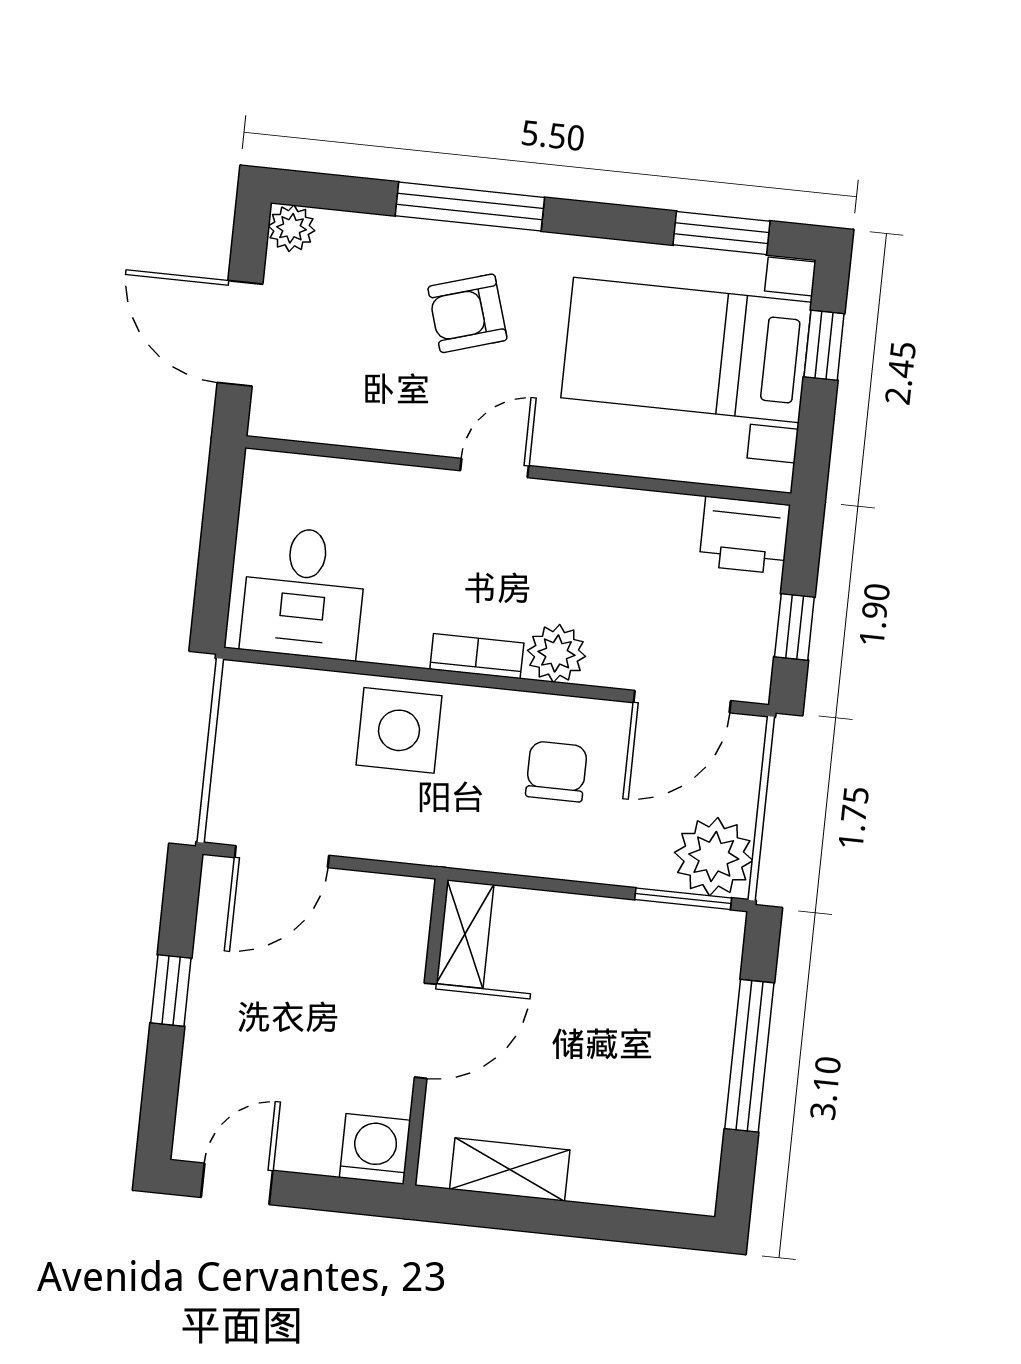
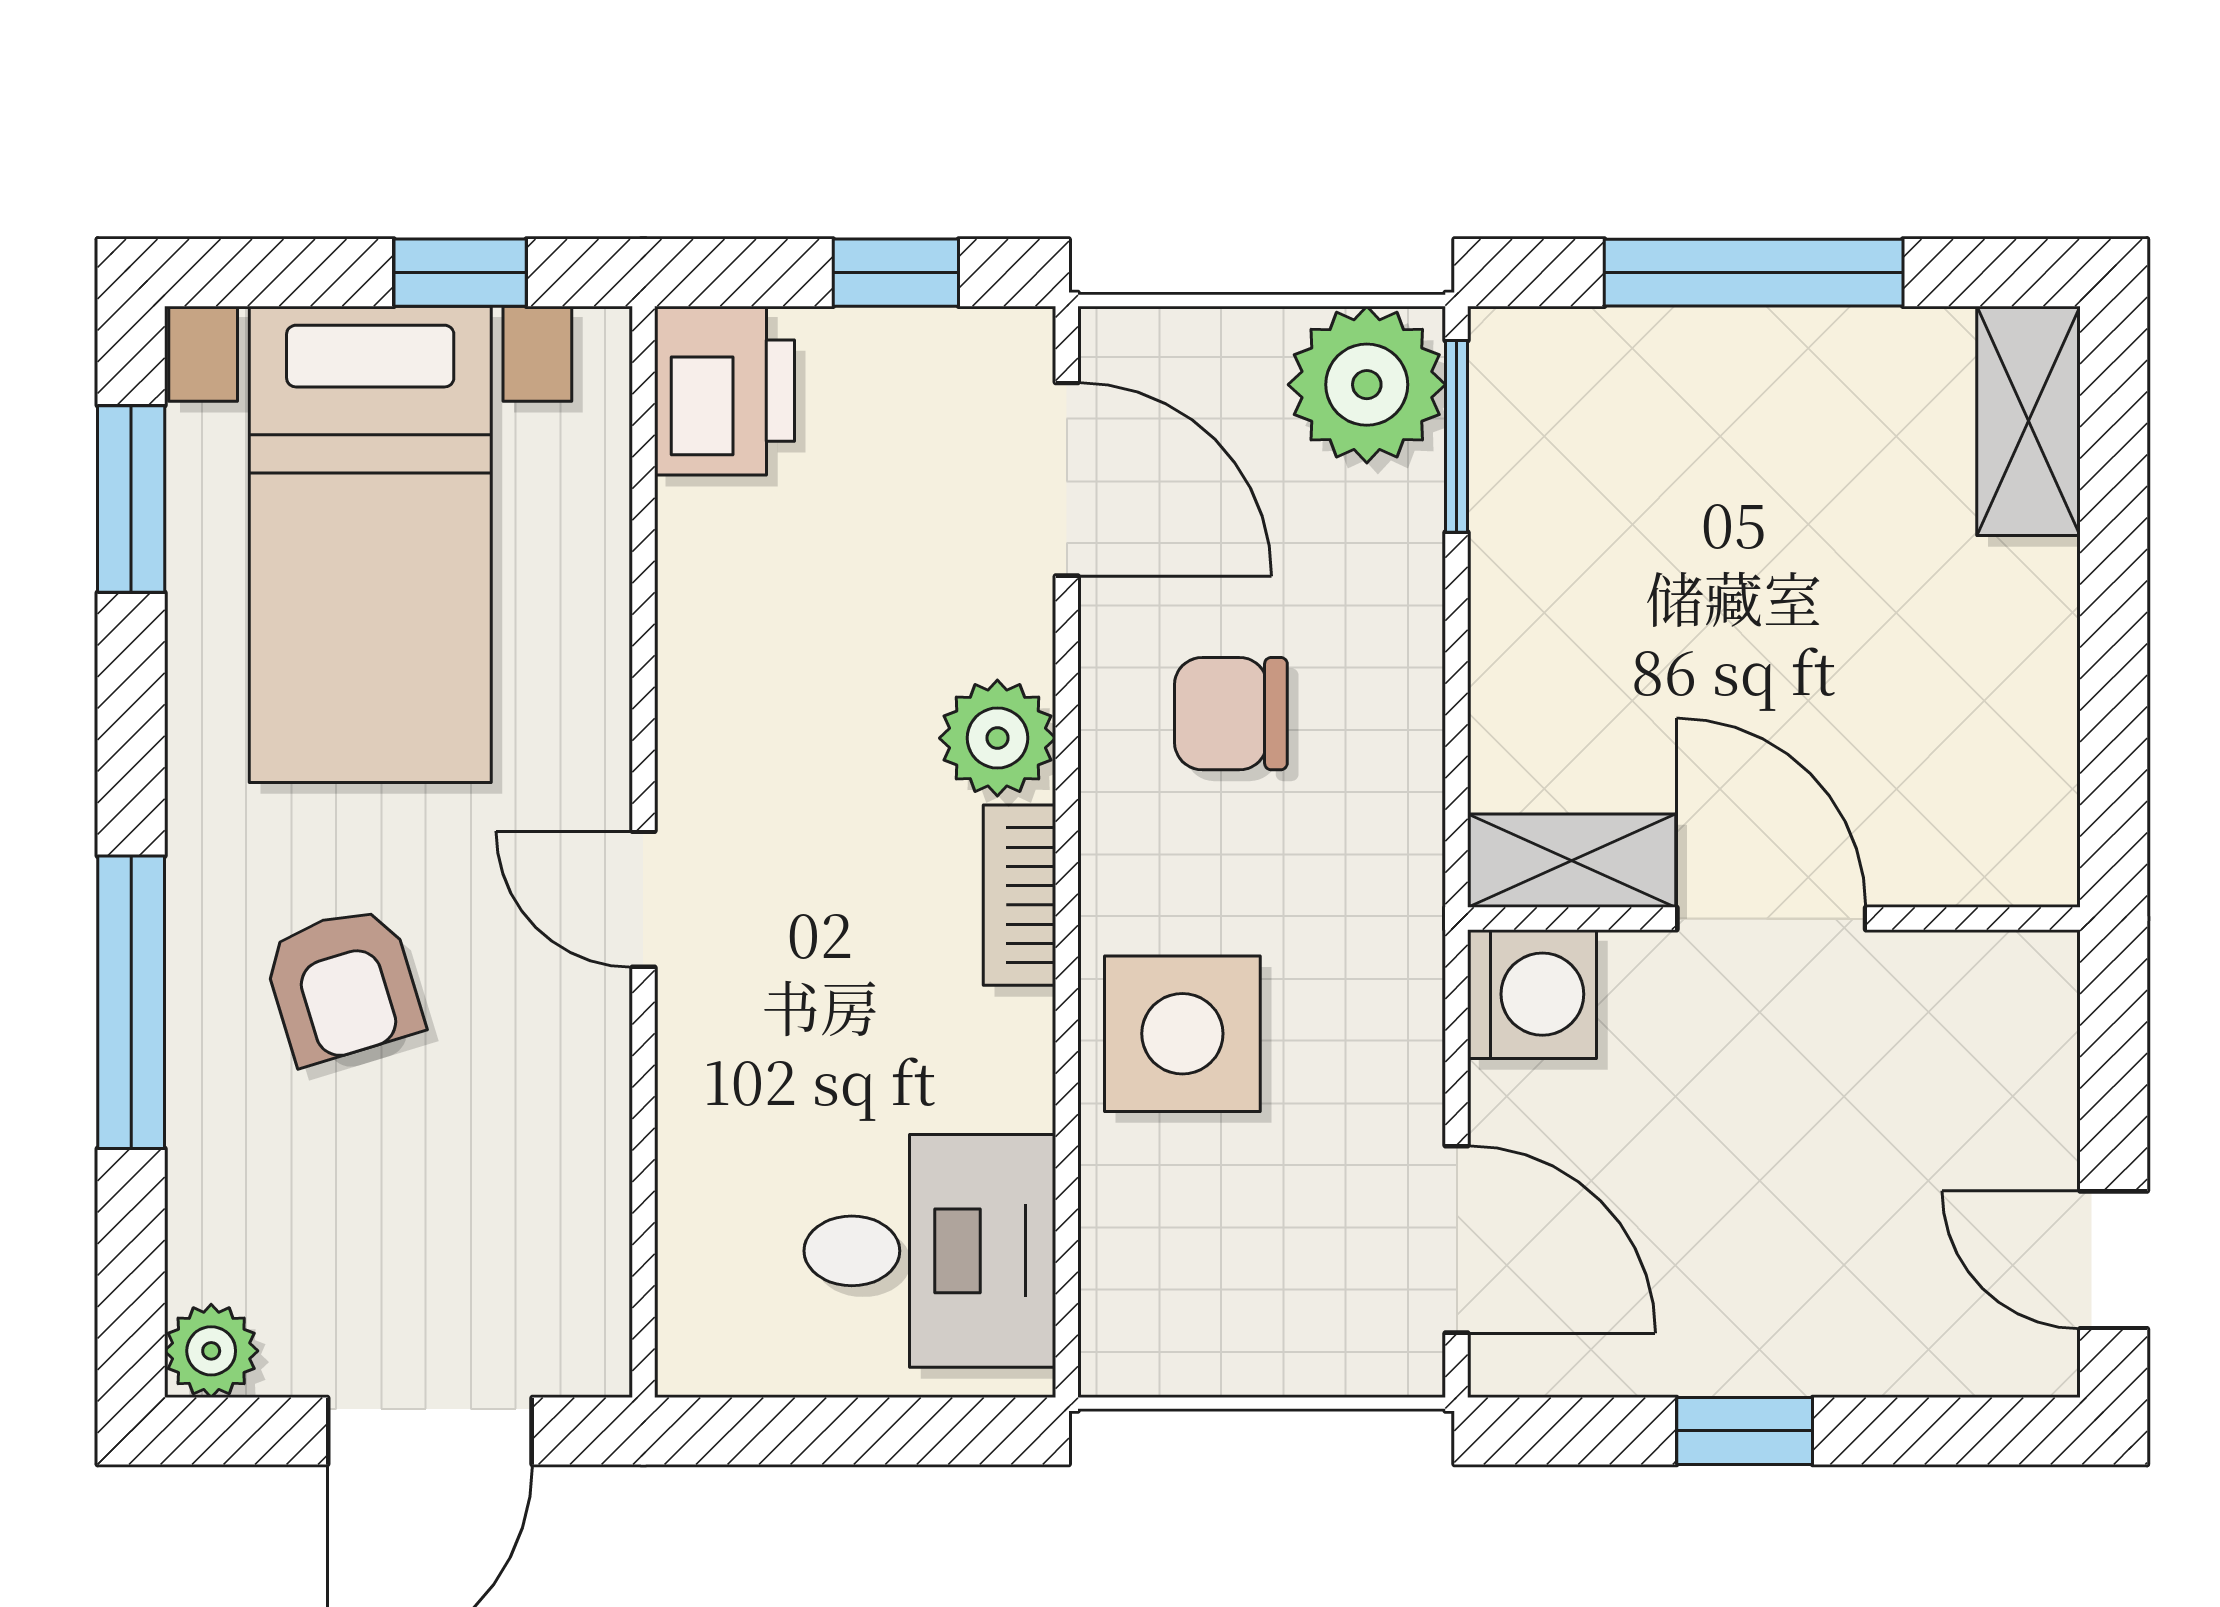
window: (824, 345) -> (460, 273), moved
washing machine: (375, 1149) -> (1532, 994), moved, turned 180
shelving: (510, 1170) -> (2029, 421), moved

